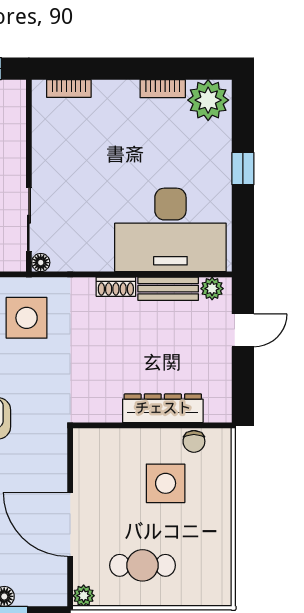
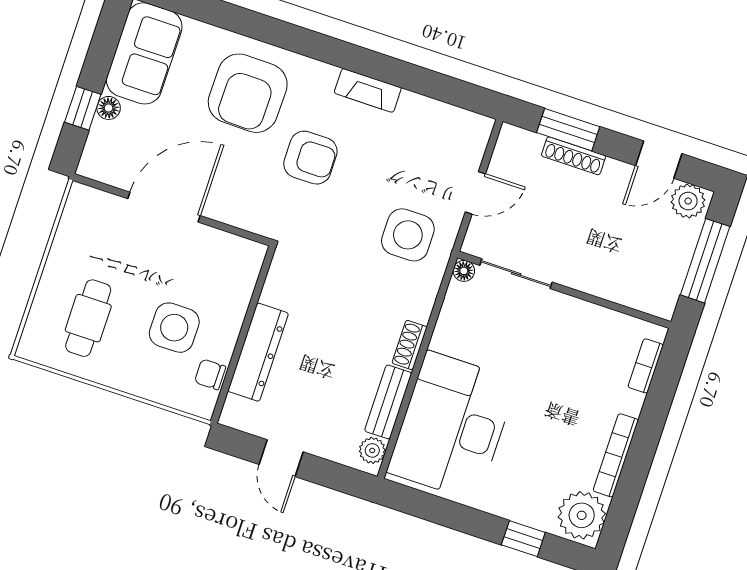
bookcase: (163, 89) -> (616, 455), width x1.56
window: (243, 169) -> (523, 539), moved
door: (243, 330) -> (281, 458), moved
cafe table: (142, 565) -> (88, 318), moved
plant: (84, 596) -> (80, 196), removed

